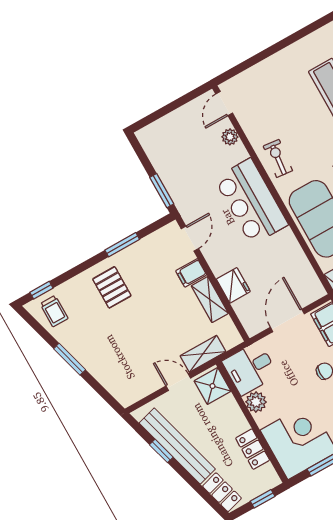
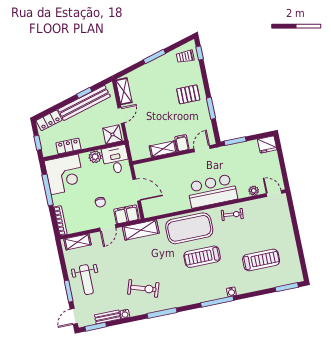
door: (190, 239) -> (202, 149), swing flipped
fridge: (233, 285) -> (267, 144), moved
shelving: (203, 354) -> (124, 91), moved

